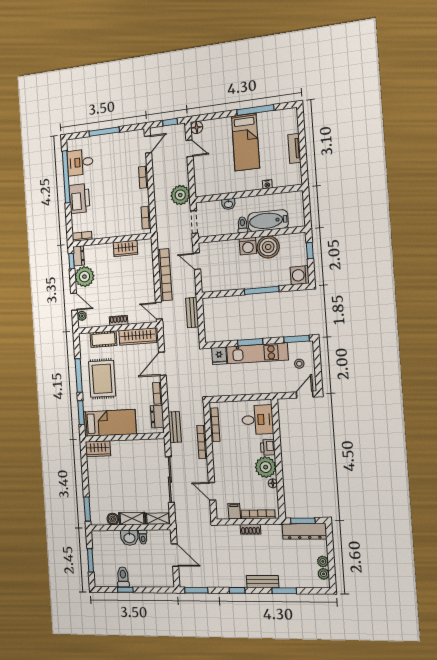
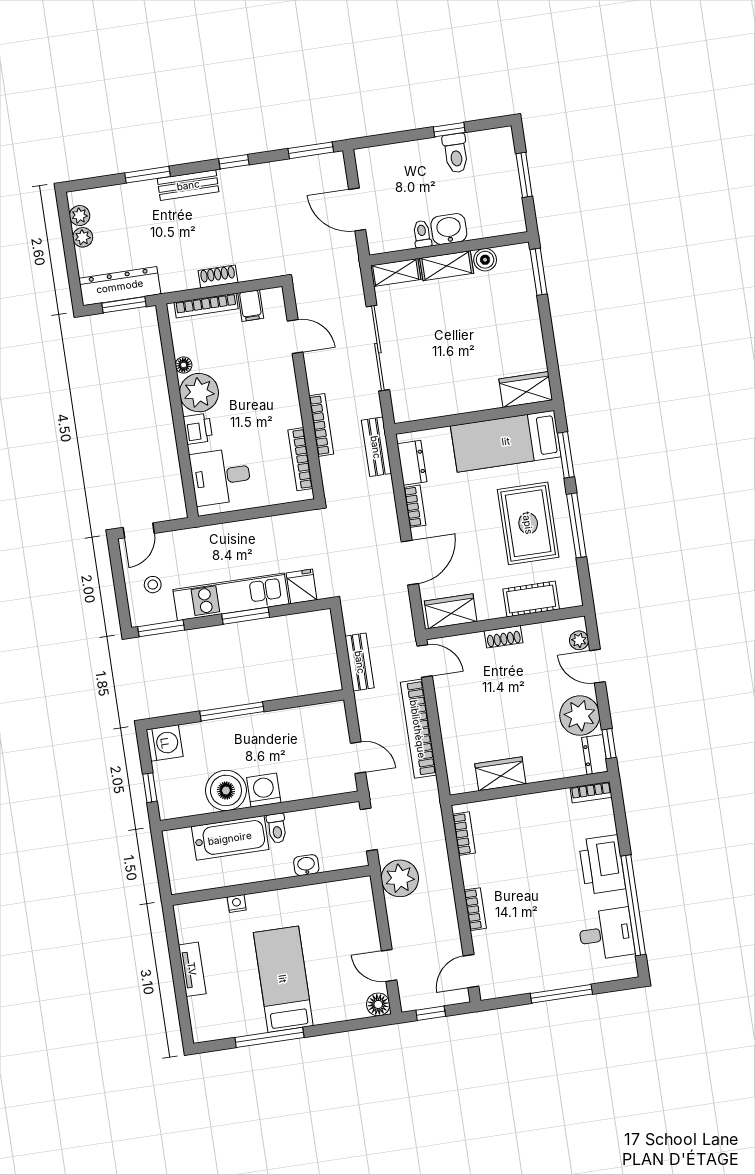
wardrobe: (138, 336) -> (451, 611), width x0.67

